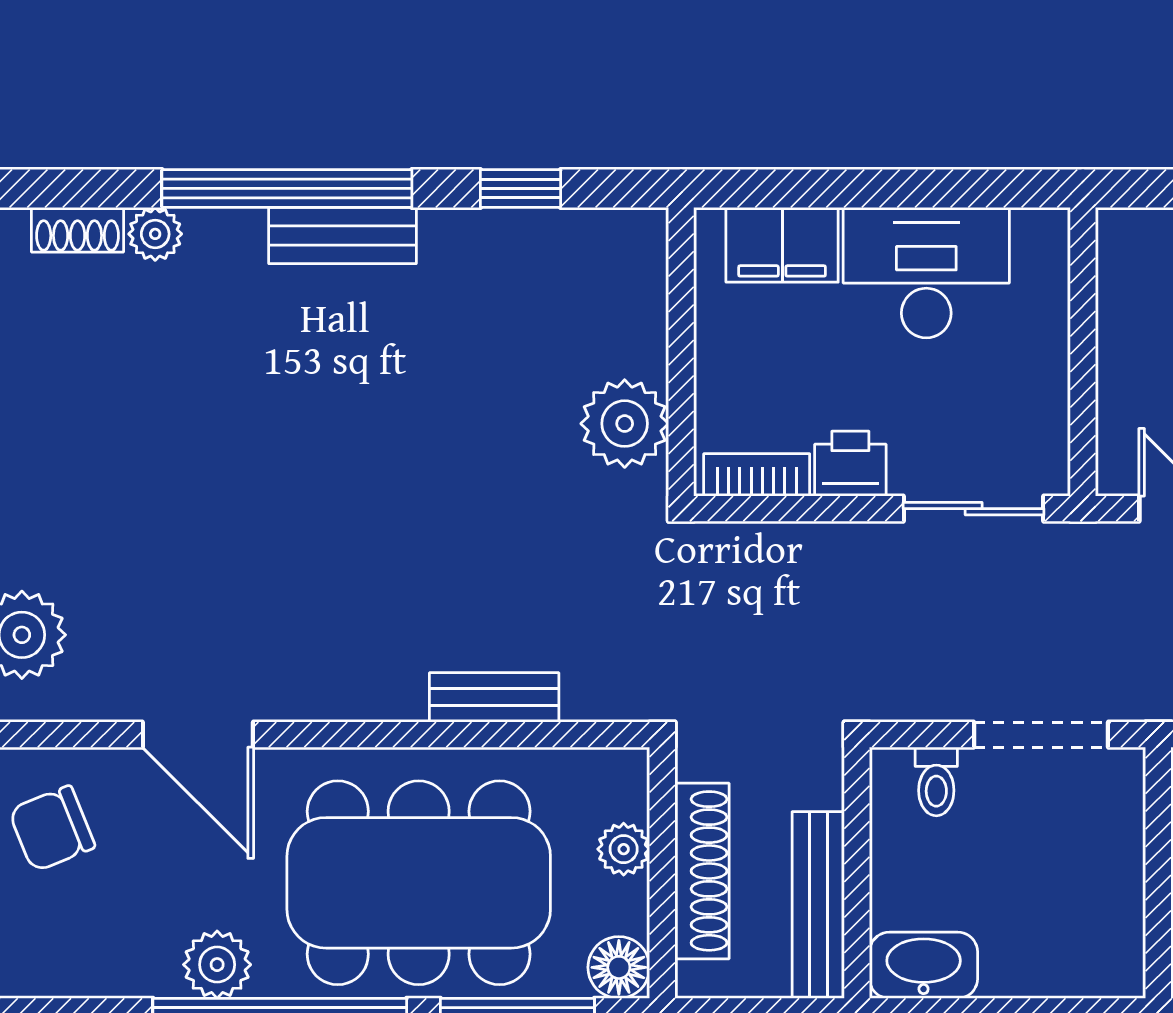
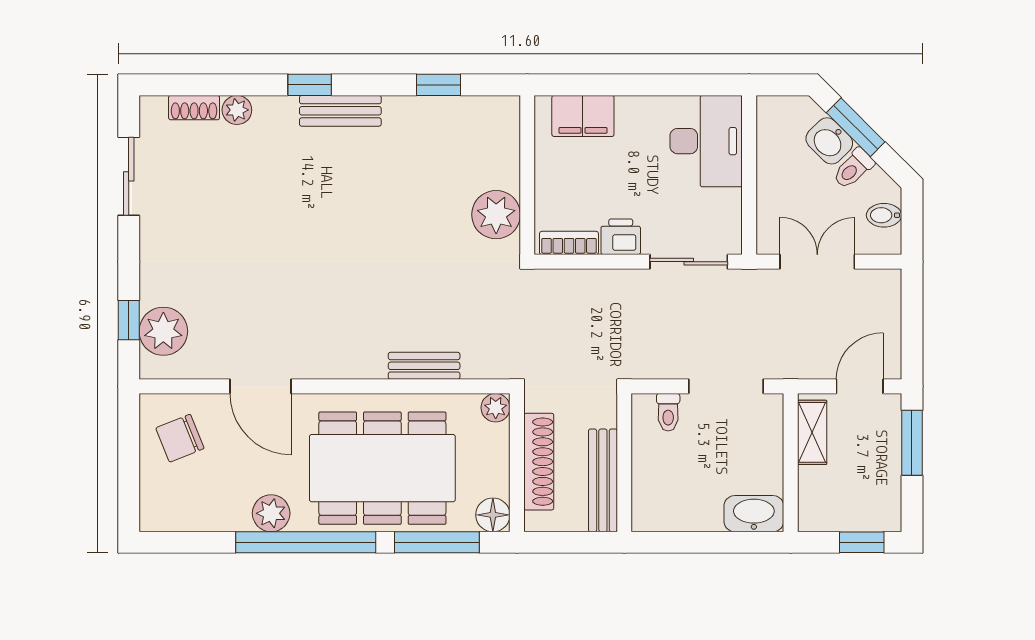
window: (287, 188) -> (310, 85), width x0.32
desk: (926, 273) -> (706, 141), moved, turned 90
plant: (624, 849) -> (496, 408), moved
washbasin: (924, 965) -> (754, 514), moved

